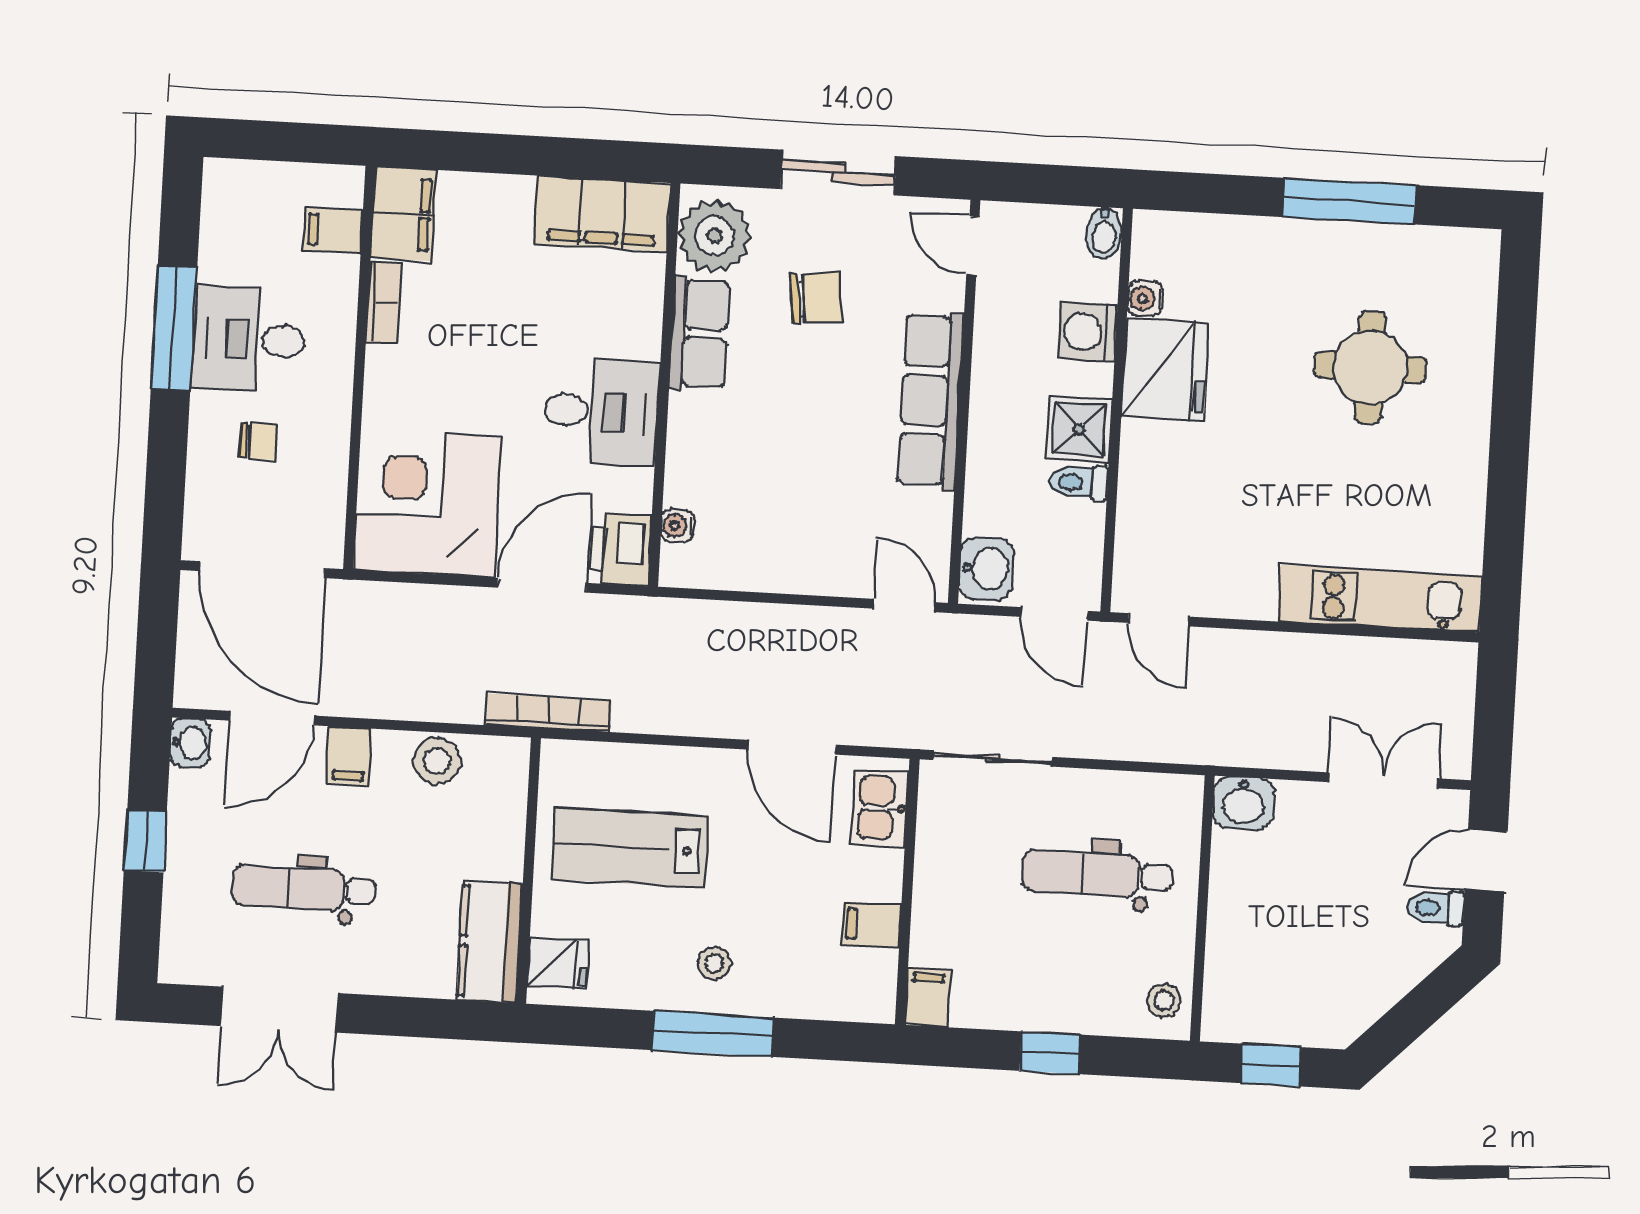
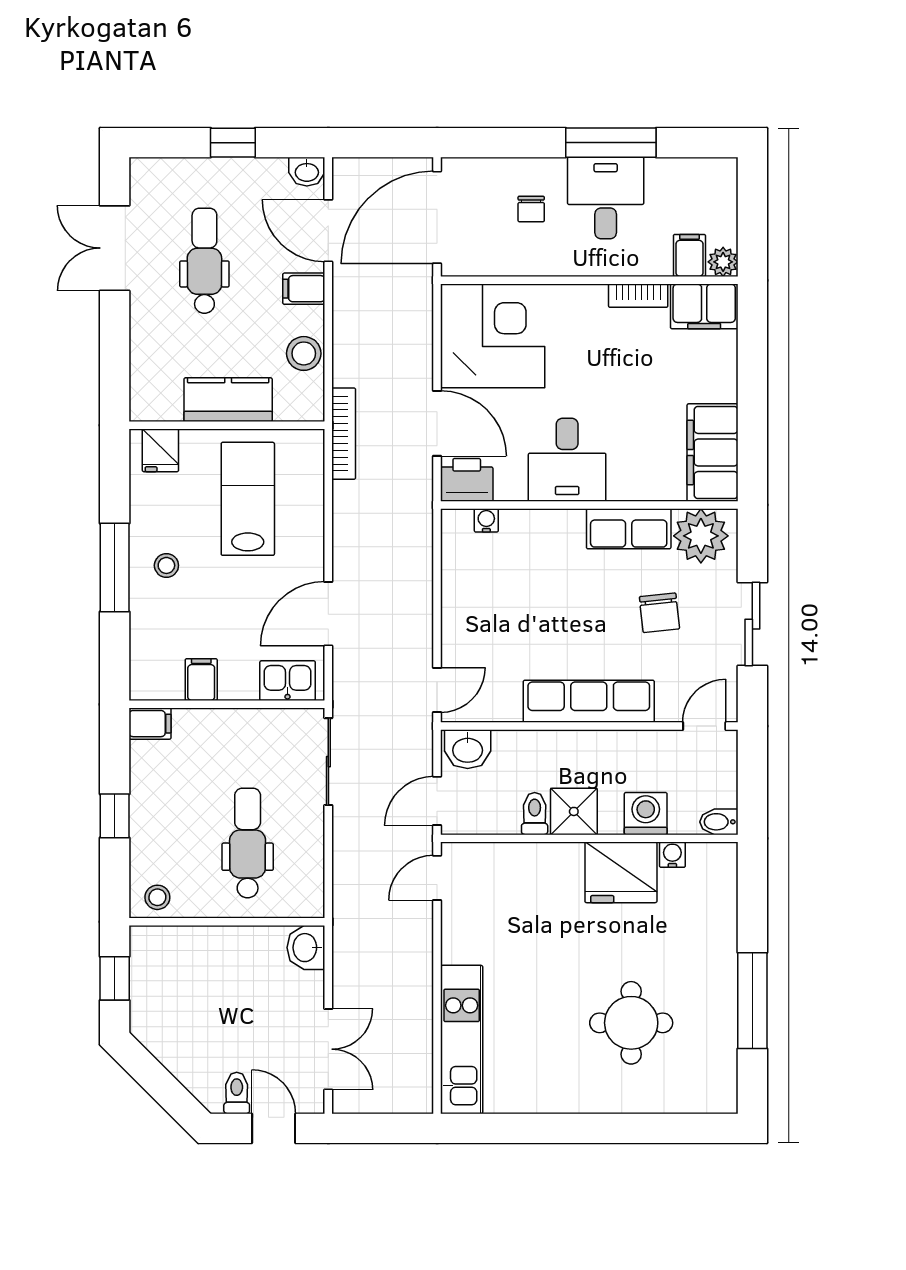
plant: (344, 185) -> (723, 262), added
kitchen counter: (490, 942) -> (228, 400), moved

